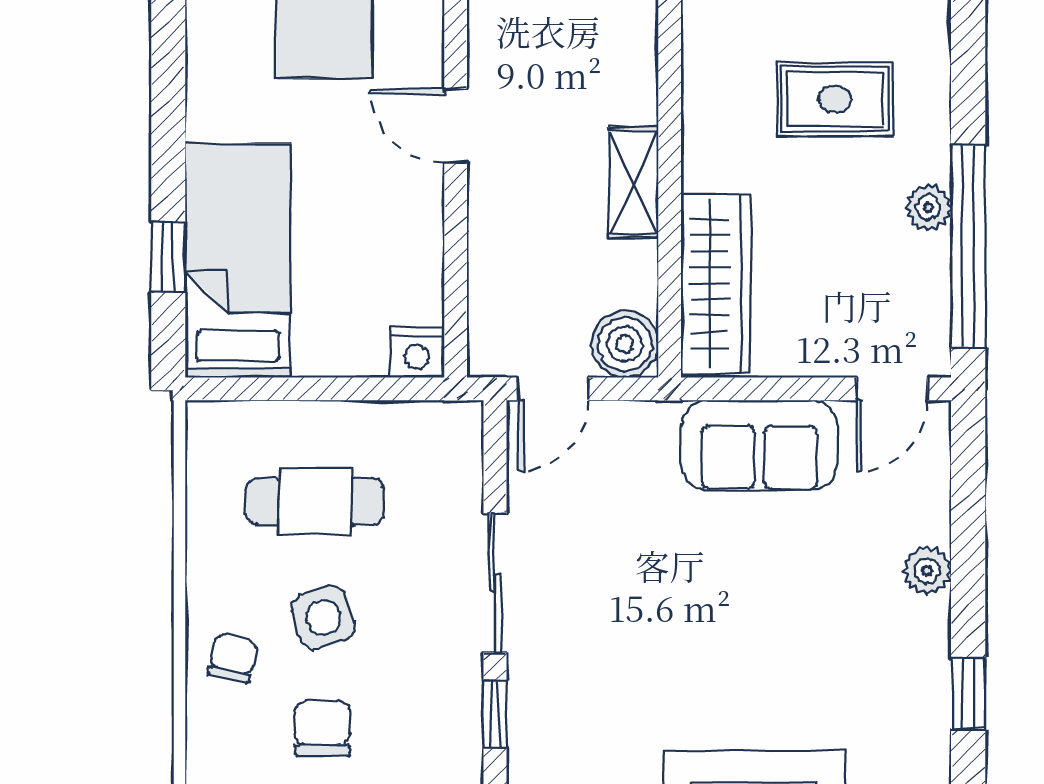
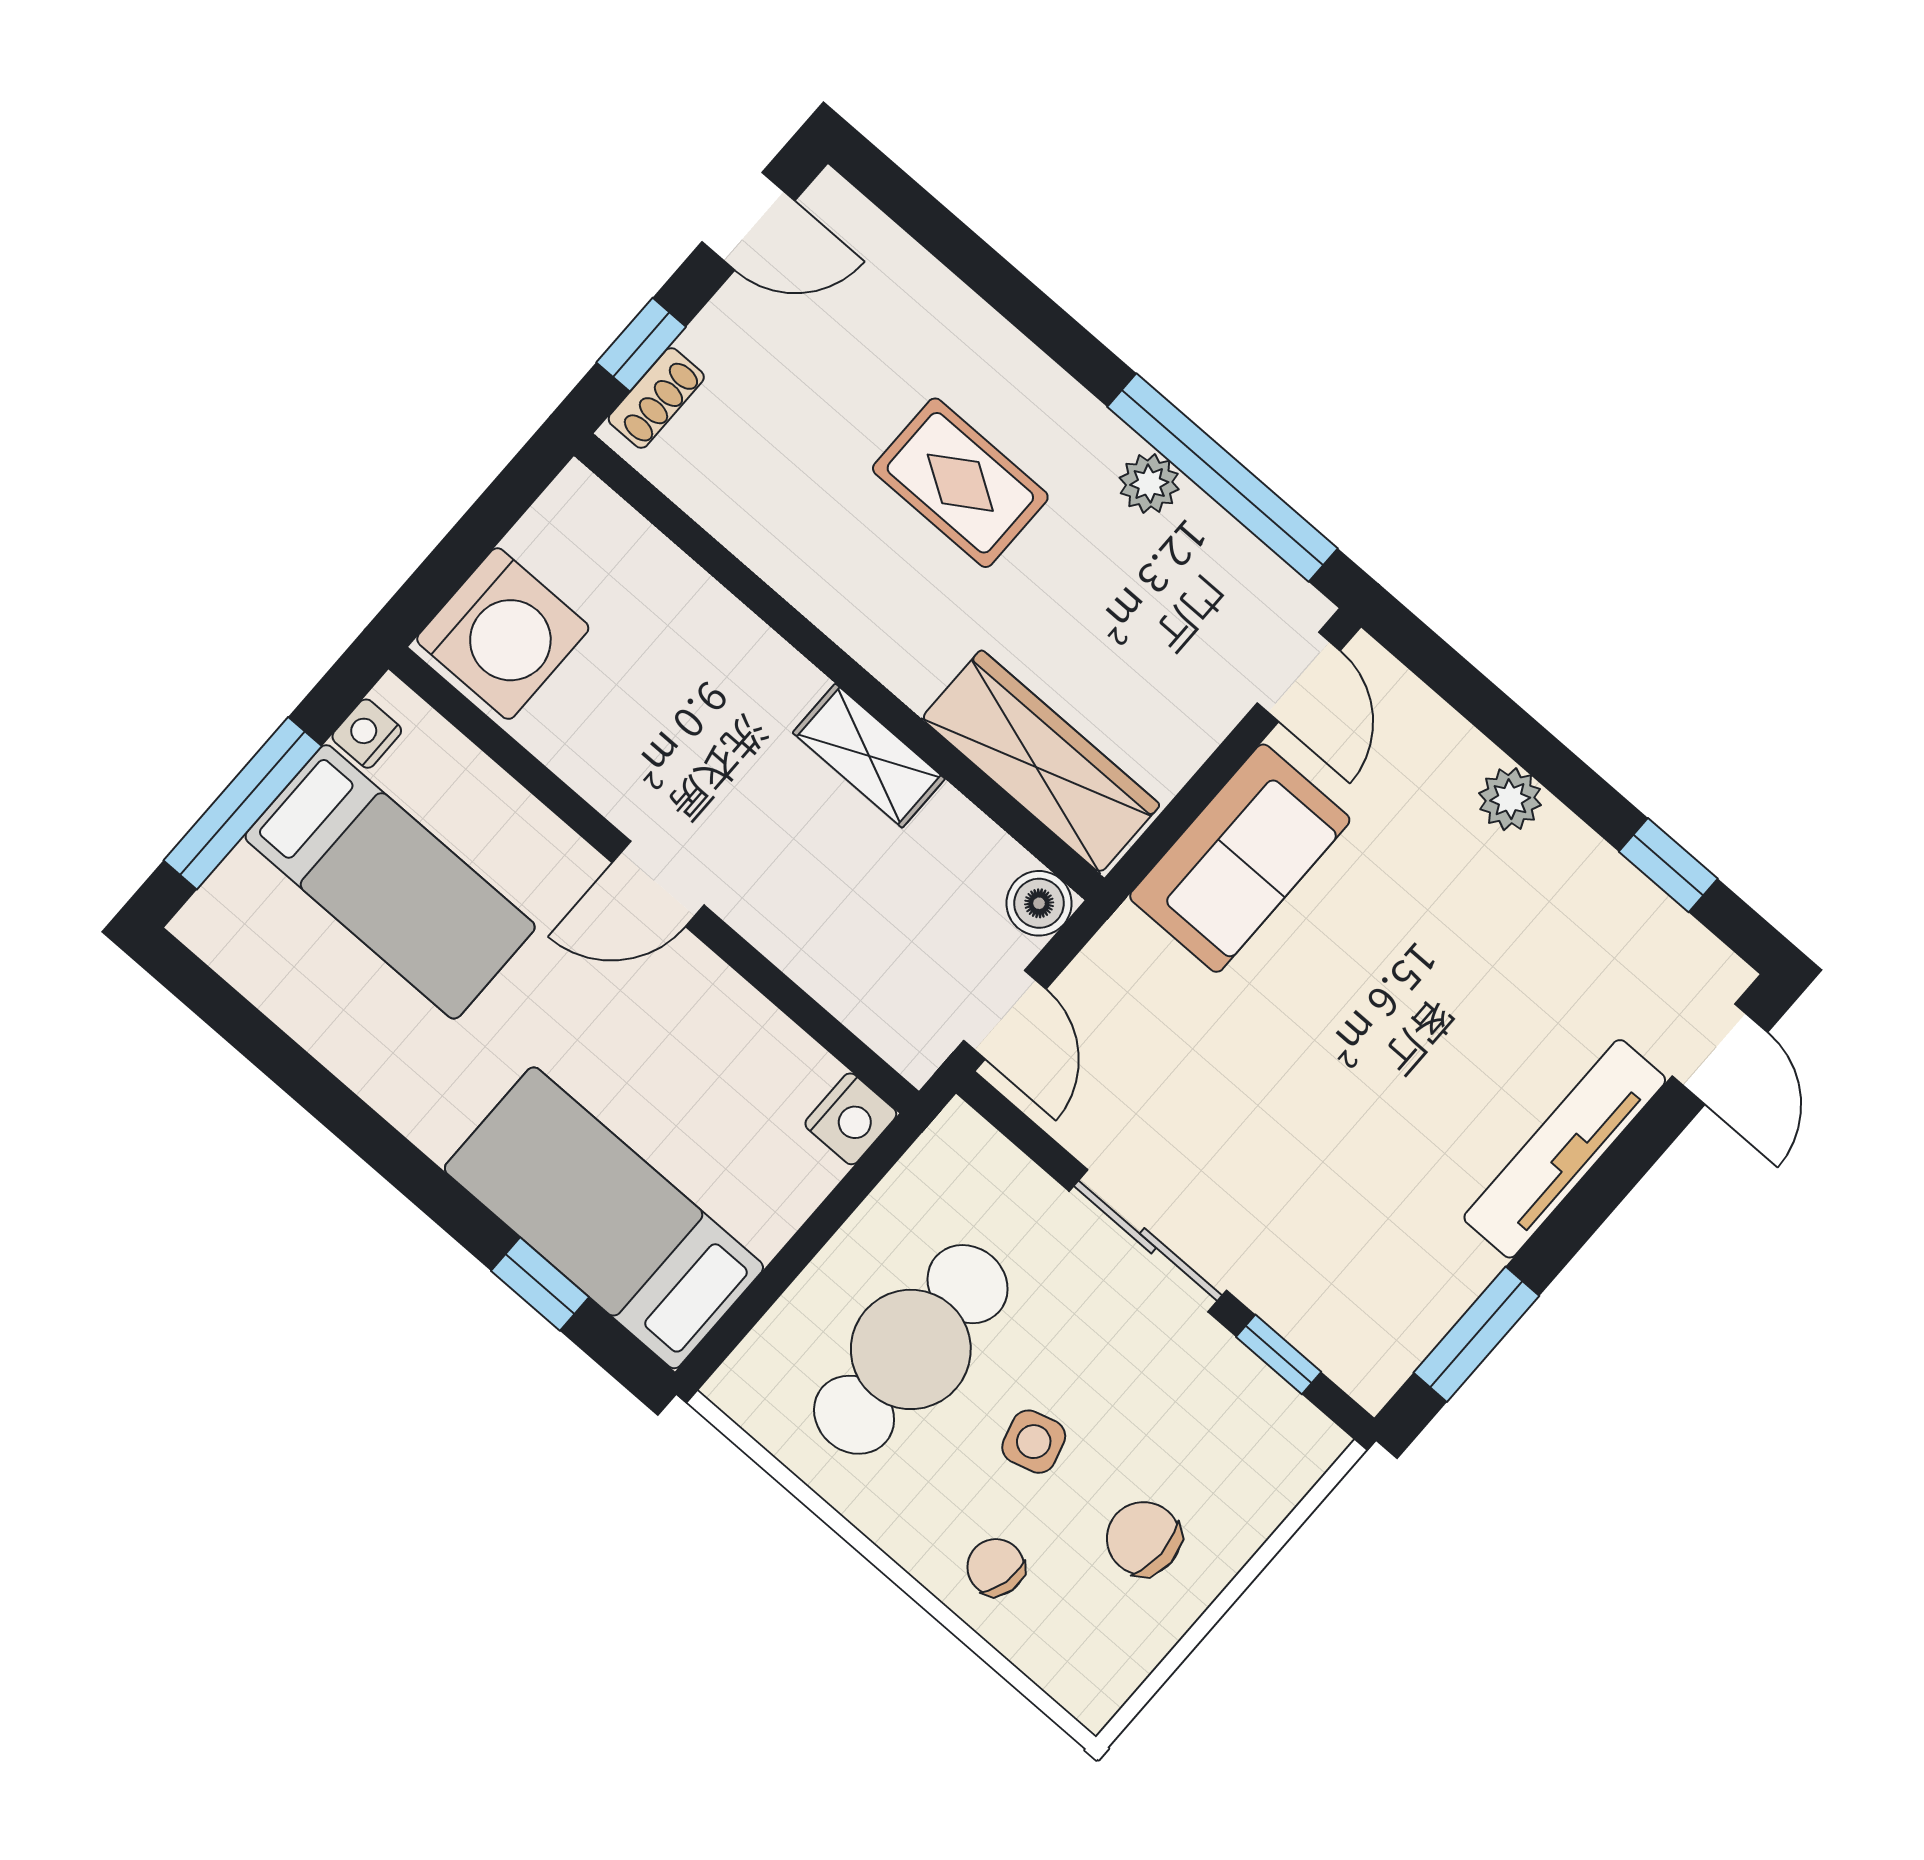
rug: (835, 99) -> (960, 483), turned 90
boiler: (625, 344) -> (1039, 903), width x0.73, depth x0.73
cafe table: (315, 501) -> (911, 1349), width x1.37, depth x1.35
side table: (323, 617) -> (1034, 1442), width x0.73, depth x0.73

